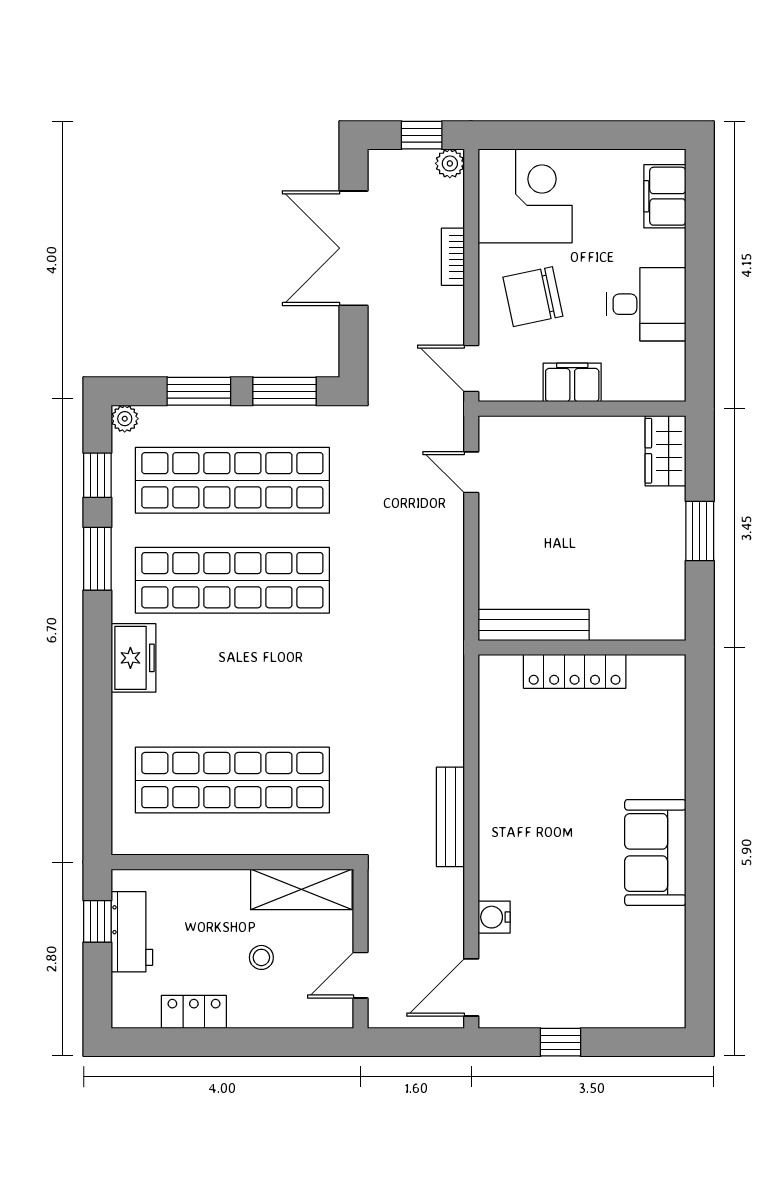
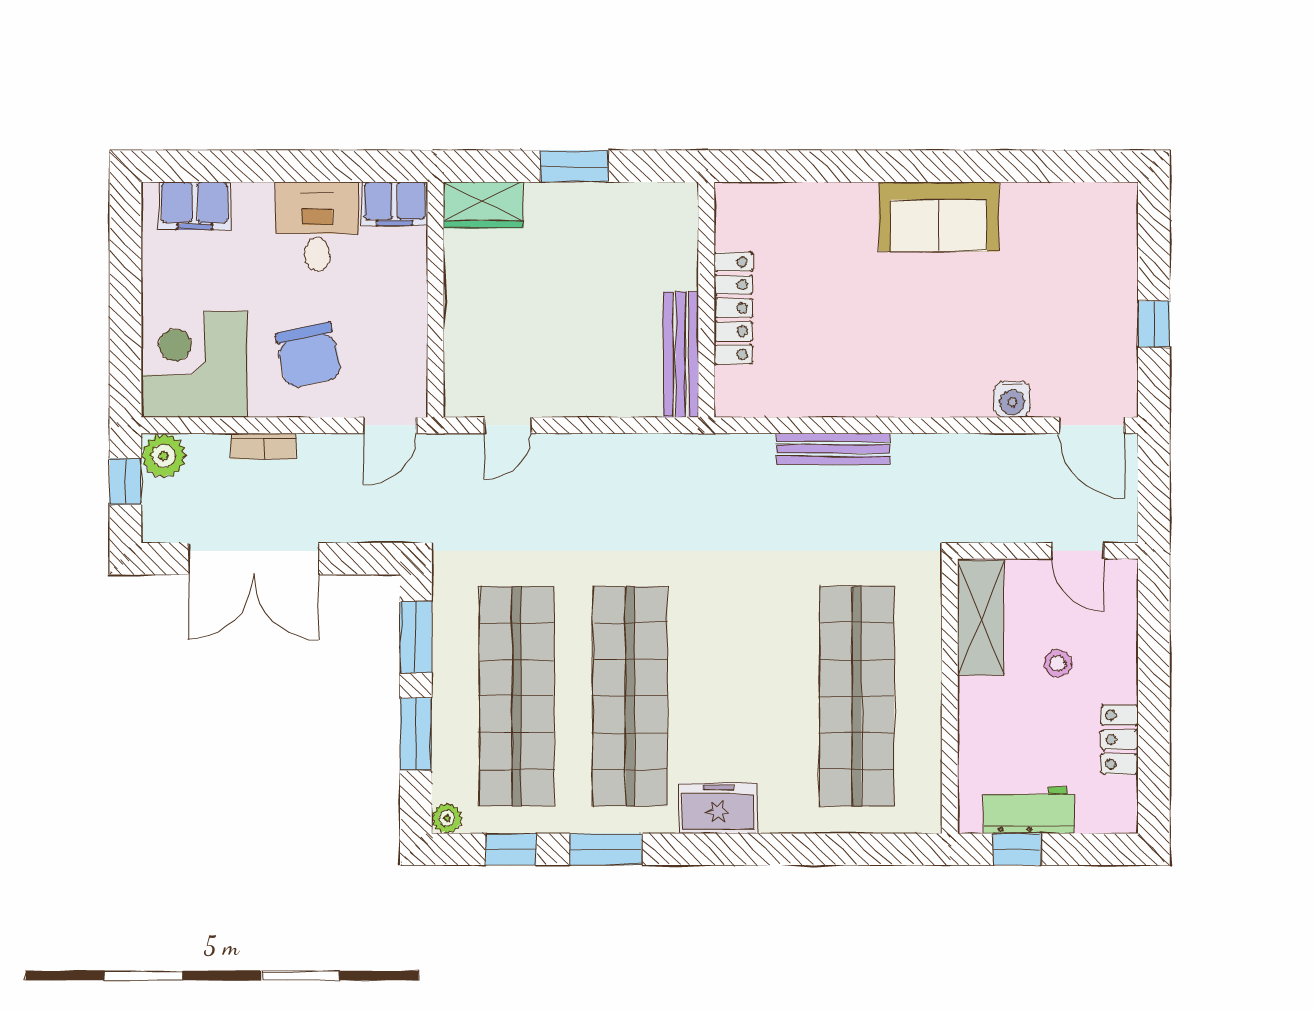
plant: (450, 163) -> (164, 456), width x1.38, depth x1.38
filing cabinet: (572, 382) -> (395, 204), moved, turned -90
bench: (450, 817) -> (833, 449), moved

